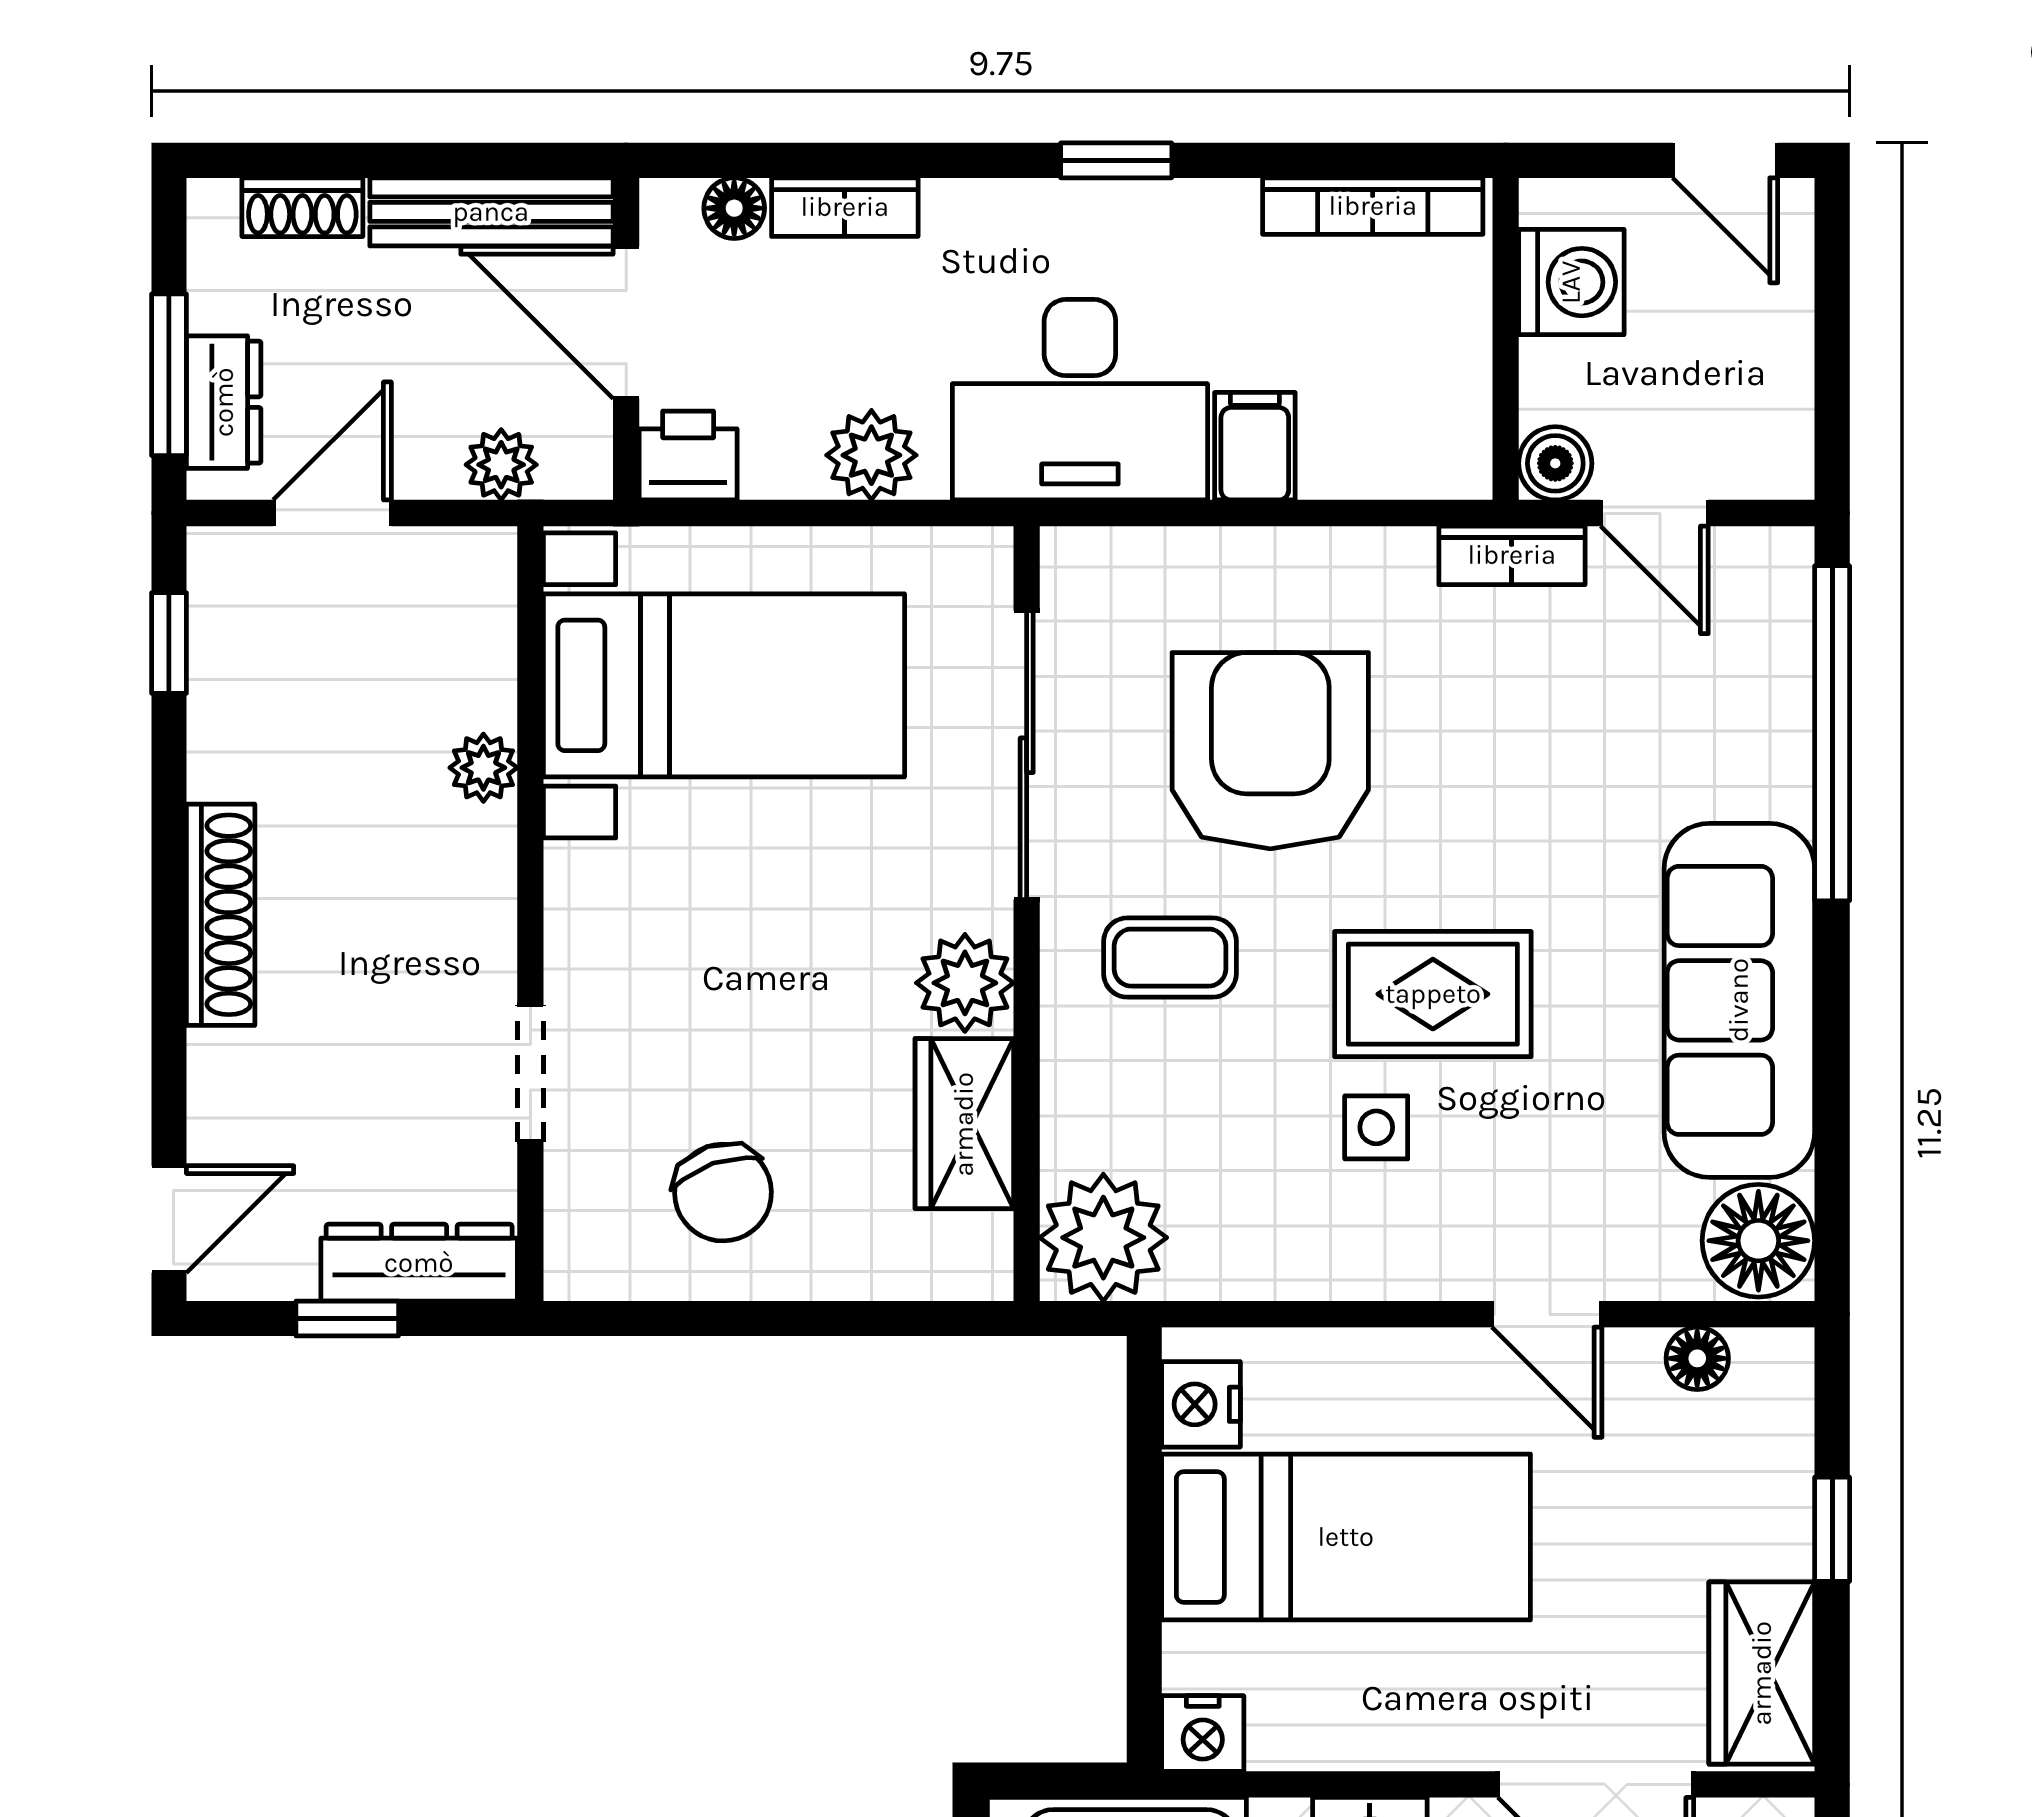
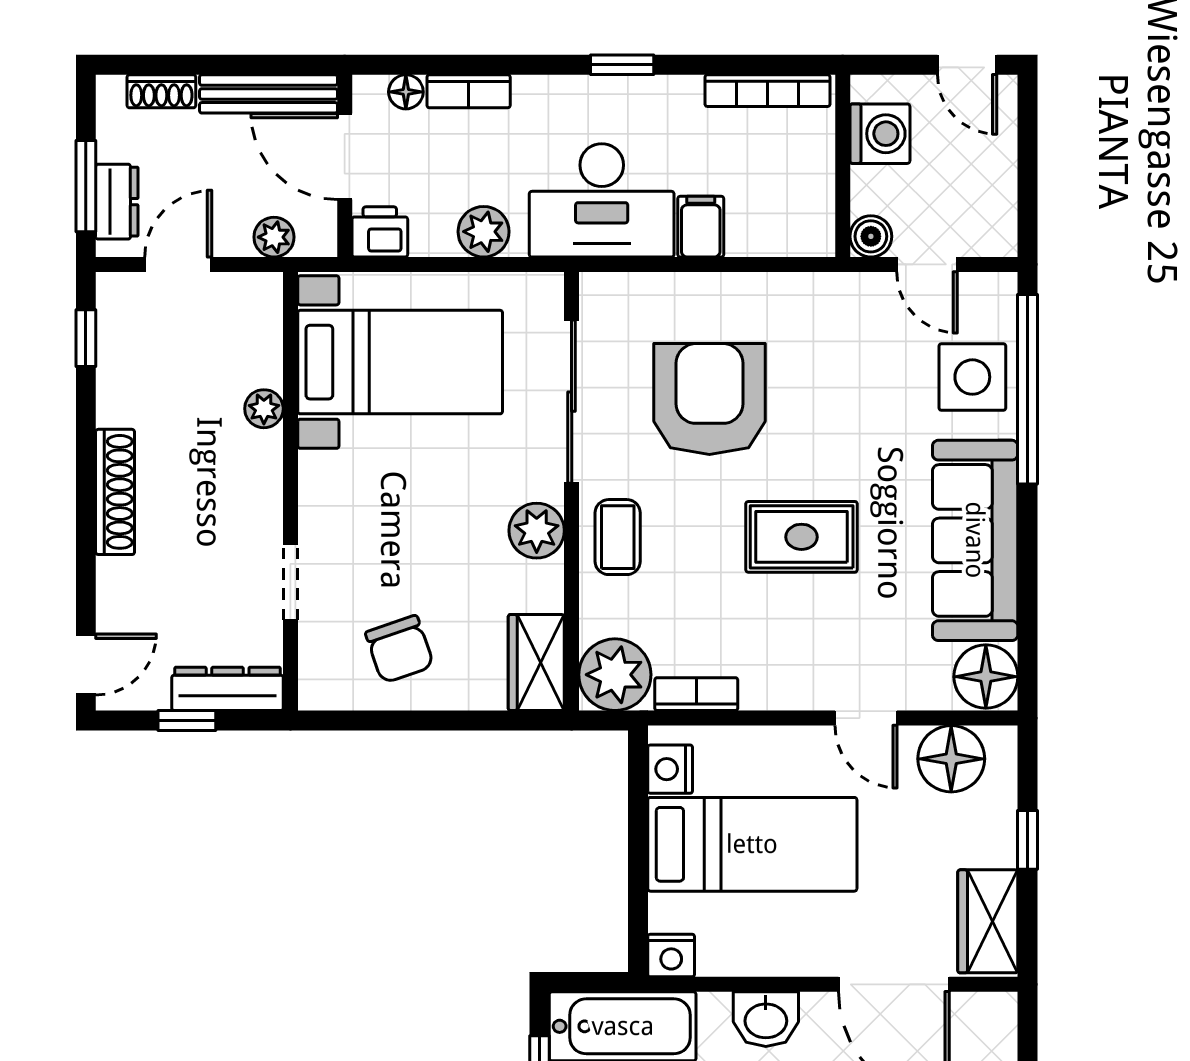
bookcase: (1512, 555) -> (696, 694), moved, turned 180
coffee table: (1170, 958) -> (618, 537), moved, turned 90
wardrobe: (964, 1124) -> (536, 663), moved
side table: (1376, 1127) -> (972, 377), moved, width x1.87, depth x1.87
floor lamp: (1697, 1358) -> (951, 759), width x1.89, depth x1.89

